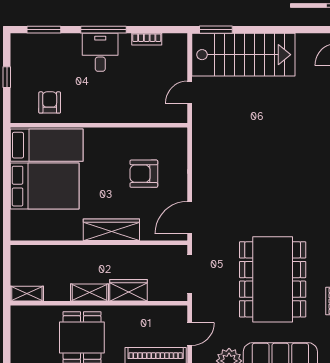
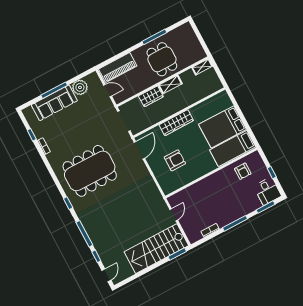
desk: (100, 52) -> (268, 191), moved
dining table: (273, 279) -> (90, 171), moved, turned 90
door: (190, 334) -> (108, 91), swing flipped

